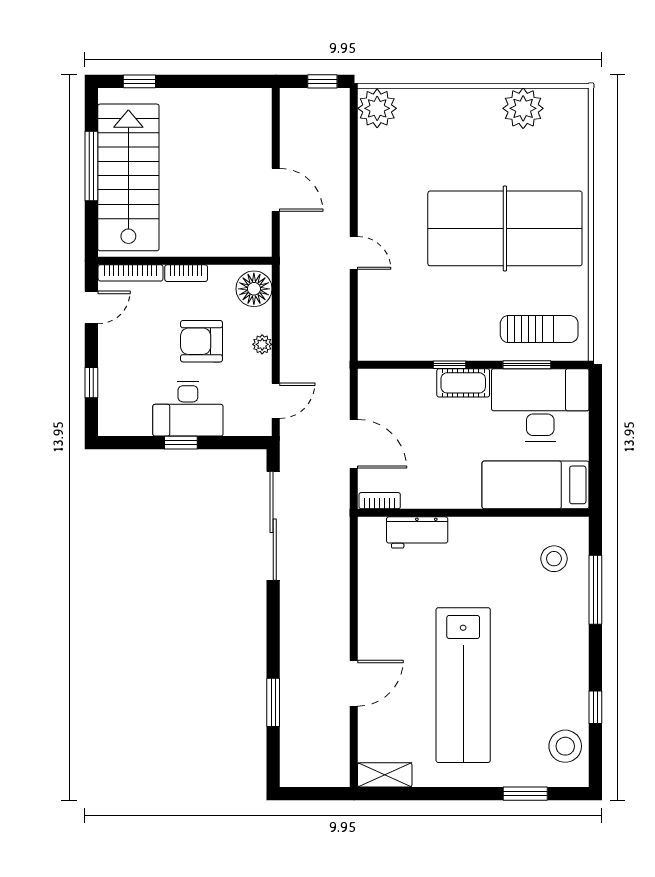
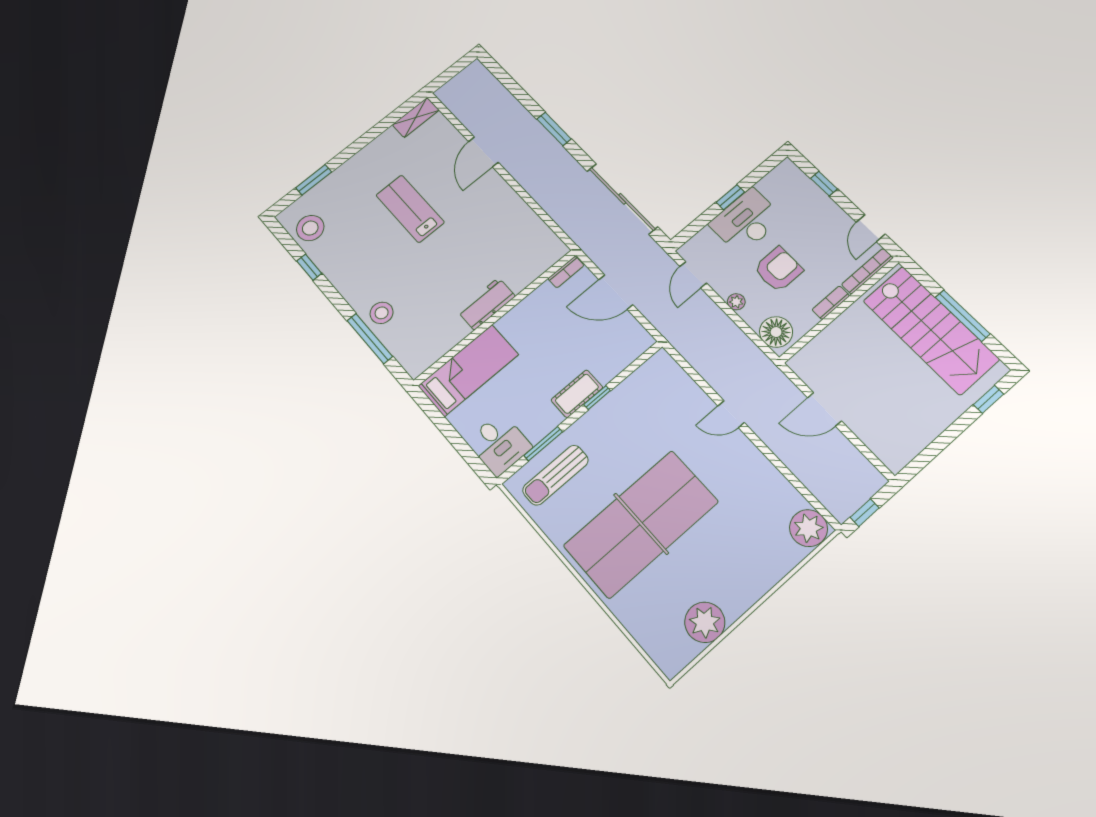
desk: (540, 405) -> (499, 444), width x0.53, depth x0.77
workbench: (417, 532) -> (486, 304), moved
stool: (554, 559) -> (382, 313), moved
lab bench: (463, 685) -> (410, 209), width x0.54, depth x0.72
window: (273, 702) -> (554, 129), moved

